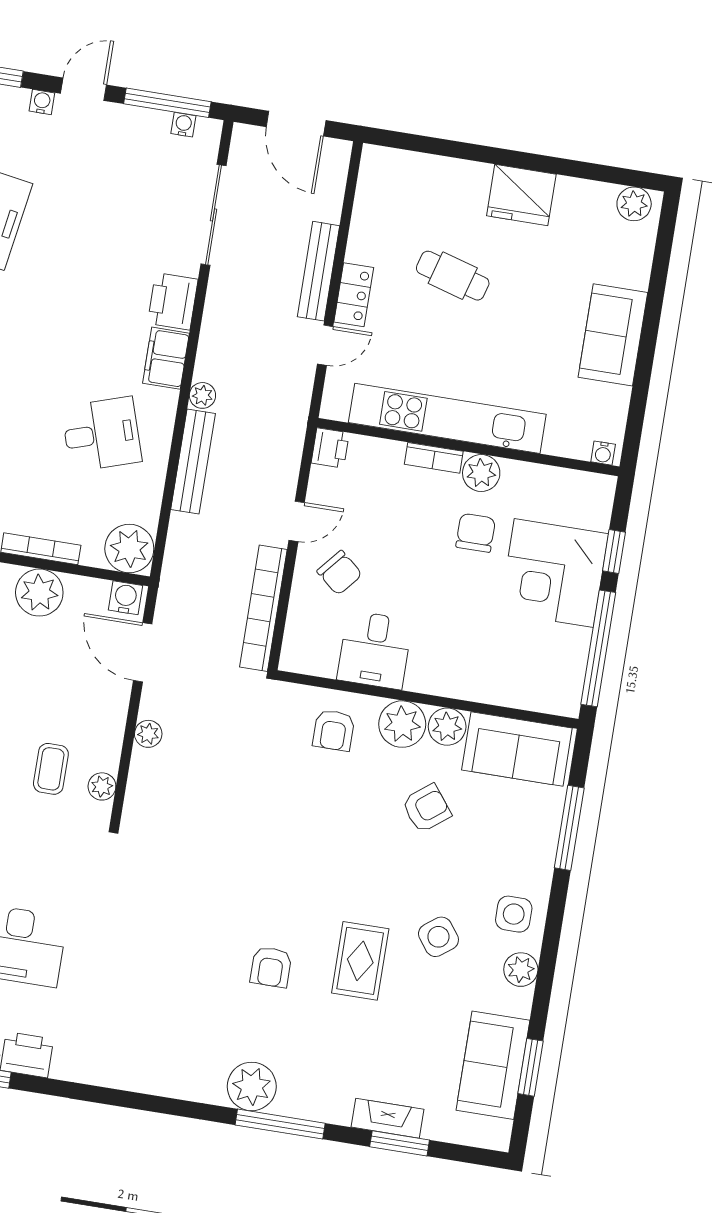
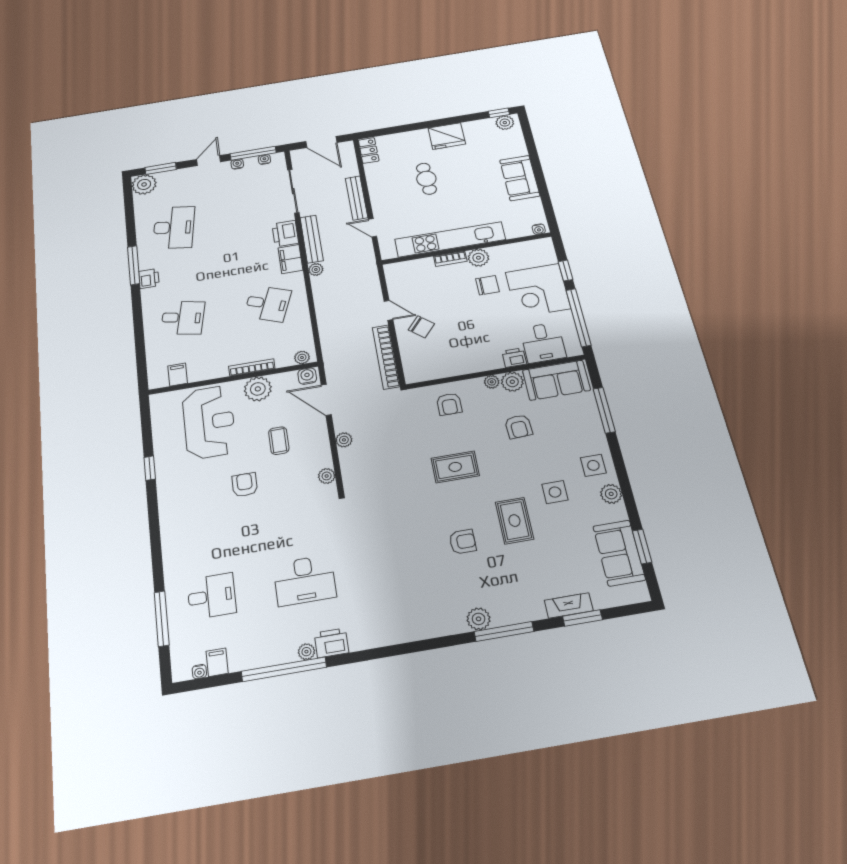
water cooler: (42, 102) -> (237, 164), moved
window: (632, 178) -> (499, 113), added
cafe table: (453, 276) -> (426, 179), turned 71
locker: (354, 295) -> (369, 151), moved
door: (325, 345) -> (373, 228), swing flipped
desk: (102, 434) -> (268, 304), turned 39
printer: (330, 448) -> (514, 358), moved, turned -90
bench: (193, 461) -> (312, 239), moved
door: (297, 521) -> (388, 310), hinge flipped
chair: (476, 533) -> (487, 285), turned 90
plant: (129, 548) -> (302, 357), width x0.53, depth x0.53
desk: (375, 650) -> (543, 343), moved
plant: (402, 724) -> (492, 382), width x0.53, depth x0.53
coffee table: (51, 769) -> (279, 441), moved
armchair: (426, 808) -> (519, 427), turned 125
rug: (304, 842) -> (455, 467), added
side table: (438, 937) -> (555, 492), turned 37
armchair: (271, 967) -> (463, 542), turned -90
plant: (252, 1086) -> (479, 619), width x0.73, depth x0.73

